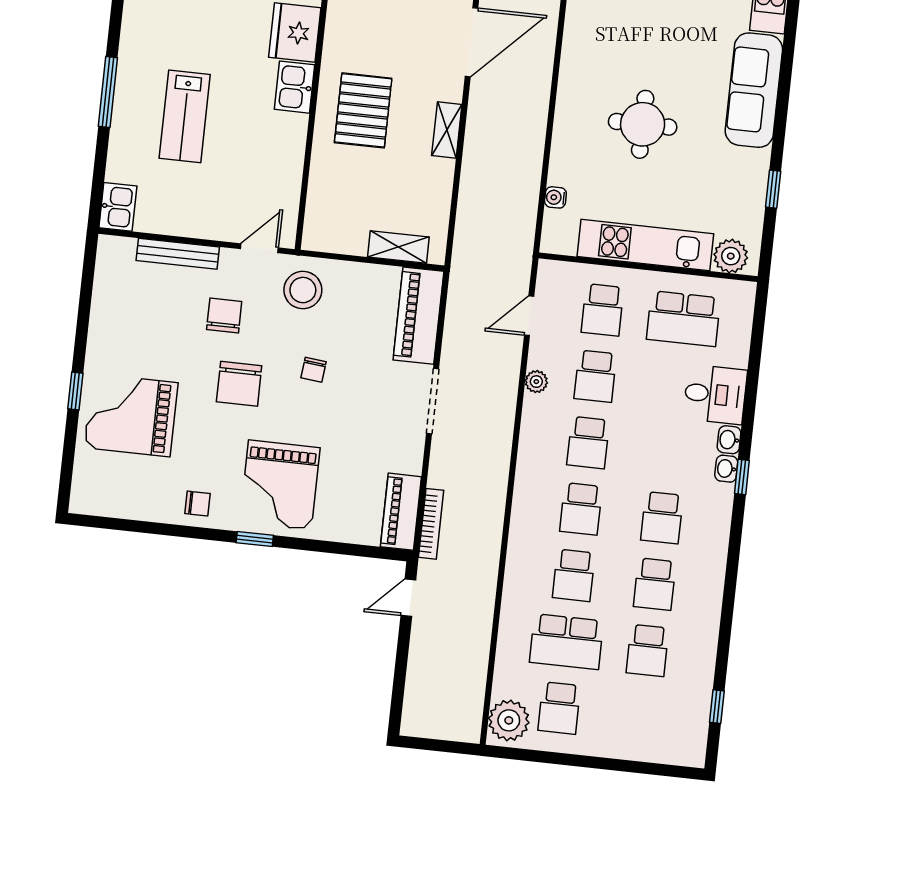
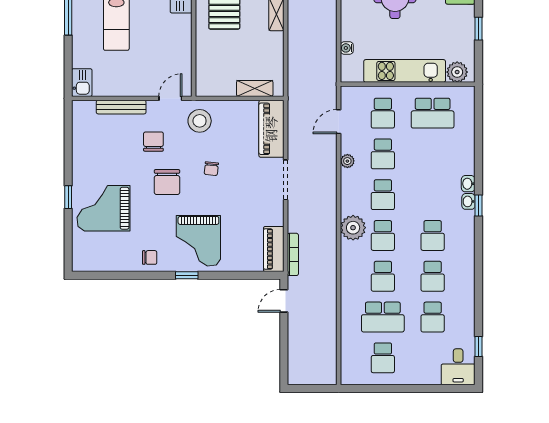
desk: (715, 394) -> (458, 367), moved, turned 90
plant: (509, 720) -> (353, 228), moved

